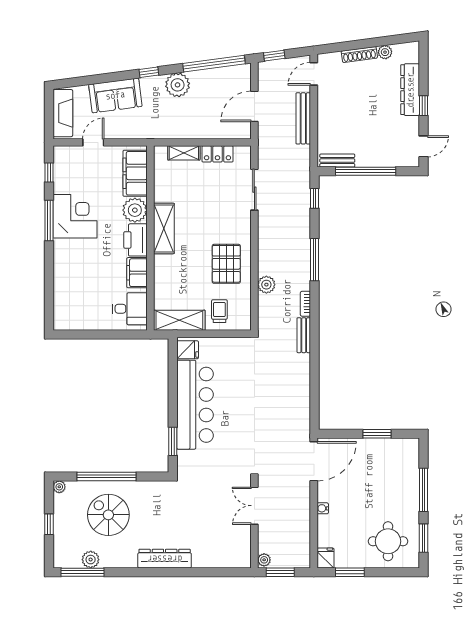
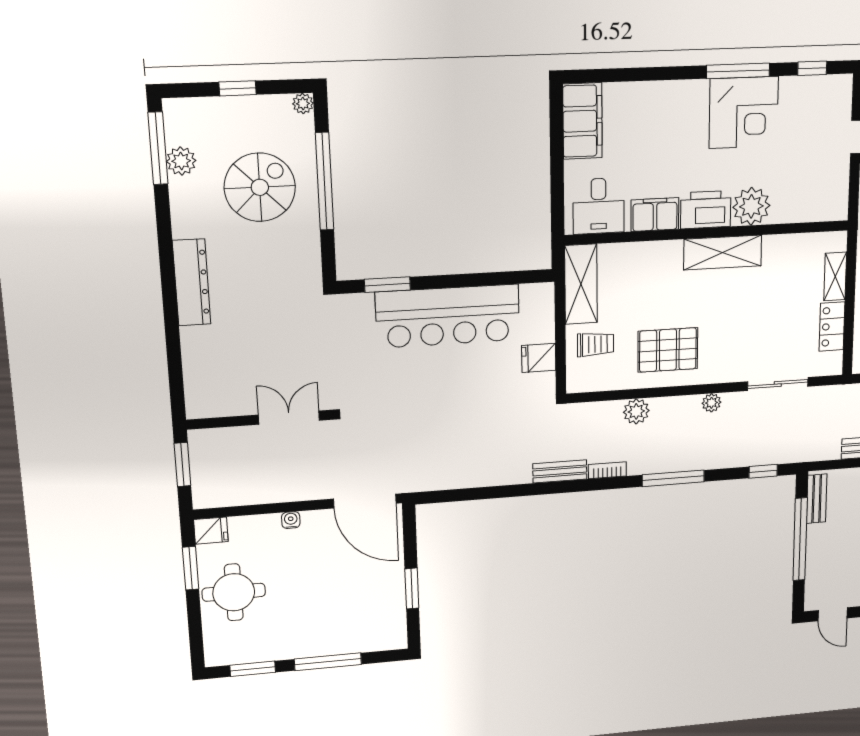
filing cabinet: (135, 173) -> (583, 121), moved, turned 90
fridge: (188, 350) -> (539, 358), moved, turned 90
round table: (388, 541) -> (234, 592), moved
plant: (264, 560) -> (711, 403), moved

